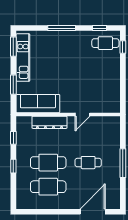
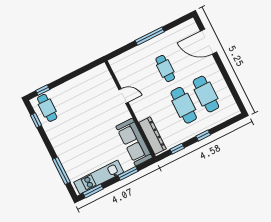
window: (62, 28) -> (61, 171), moved
dresser: (49, 122) -> (153, 136), moved

